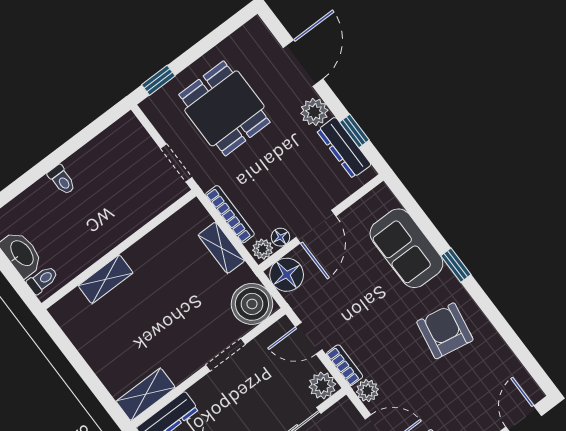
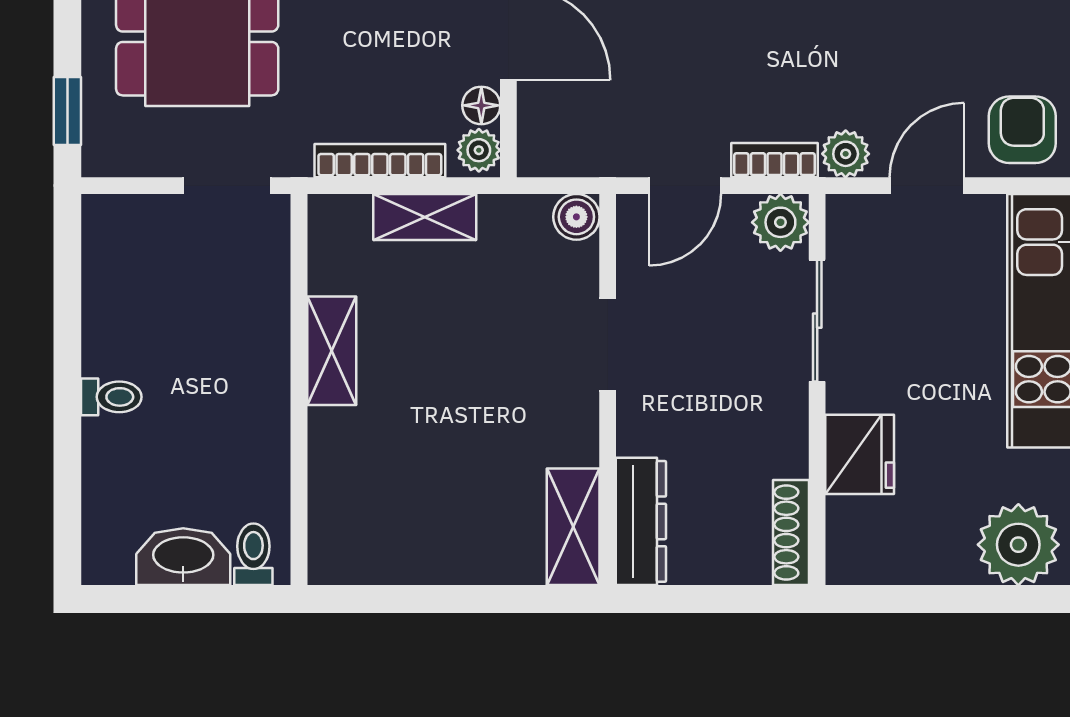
floor lamp: (287, 275) -> (551, 143), removed
shelving: (106, 279) -> (332, 351), moved
boiler: (252, 304) -> (576, 217), width x0.54, depth x0.54

